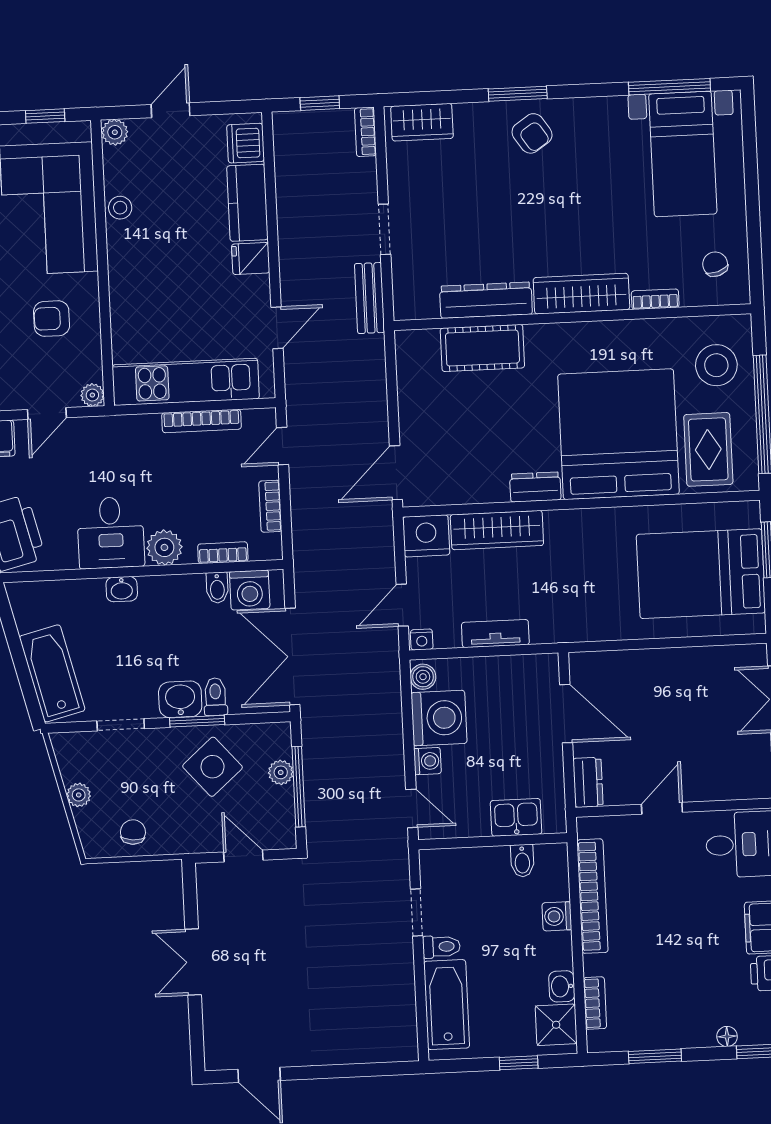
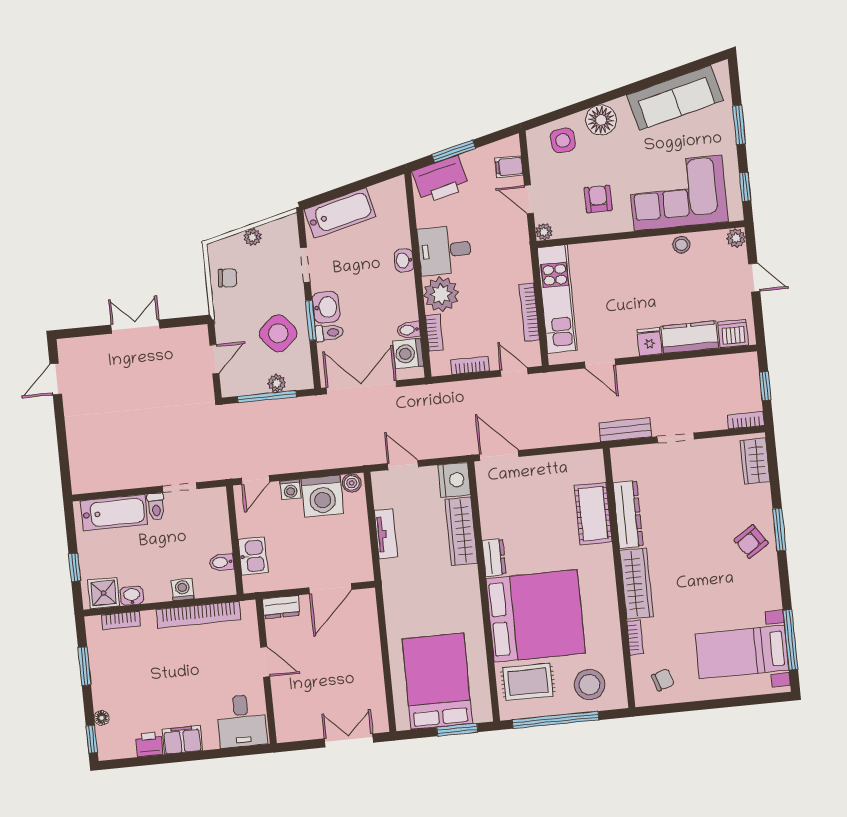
plant: (164, 547) -> (441, 294), width x1.36, depth x1.36
nightstand: (422, 639) -> (379, 481), removed

